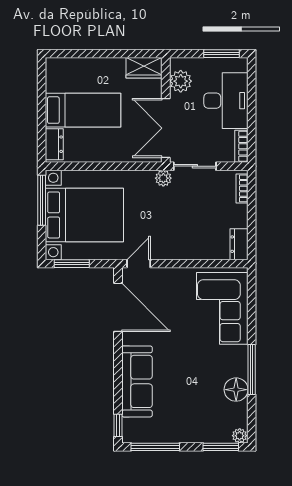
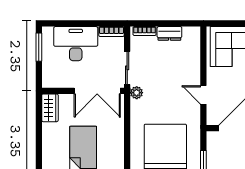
plant: (181, 81) -> (60, 79), removed
dresser: (239, 244) -> (169, 33), moved
door: (139, 264) -> (203, 95), moved

